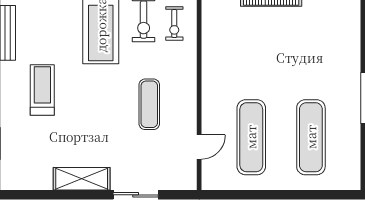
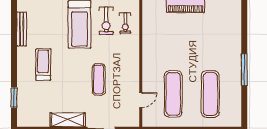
exercise mat: (149, 104) -> (99, 79), moved

